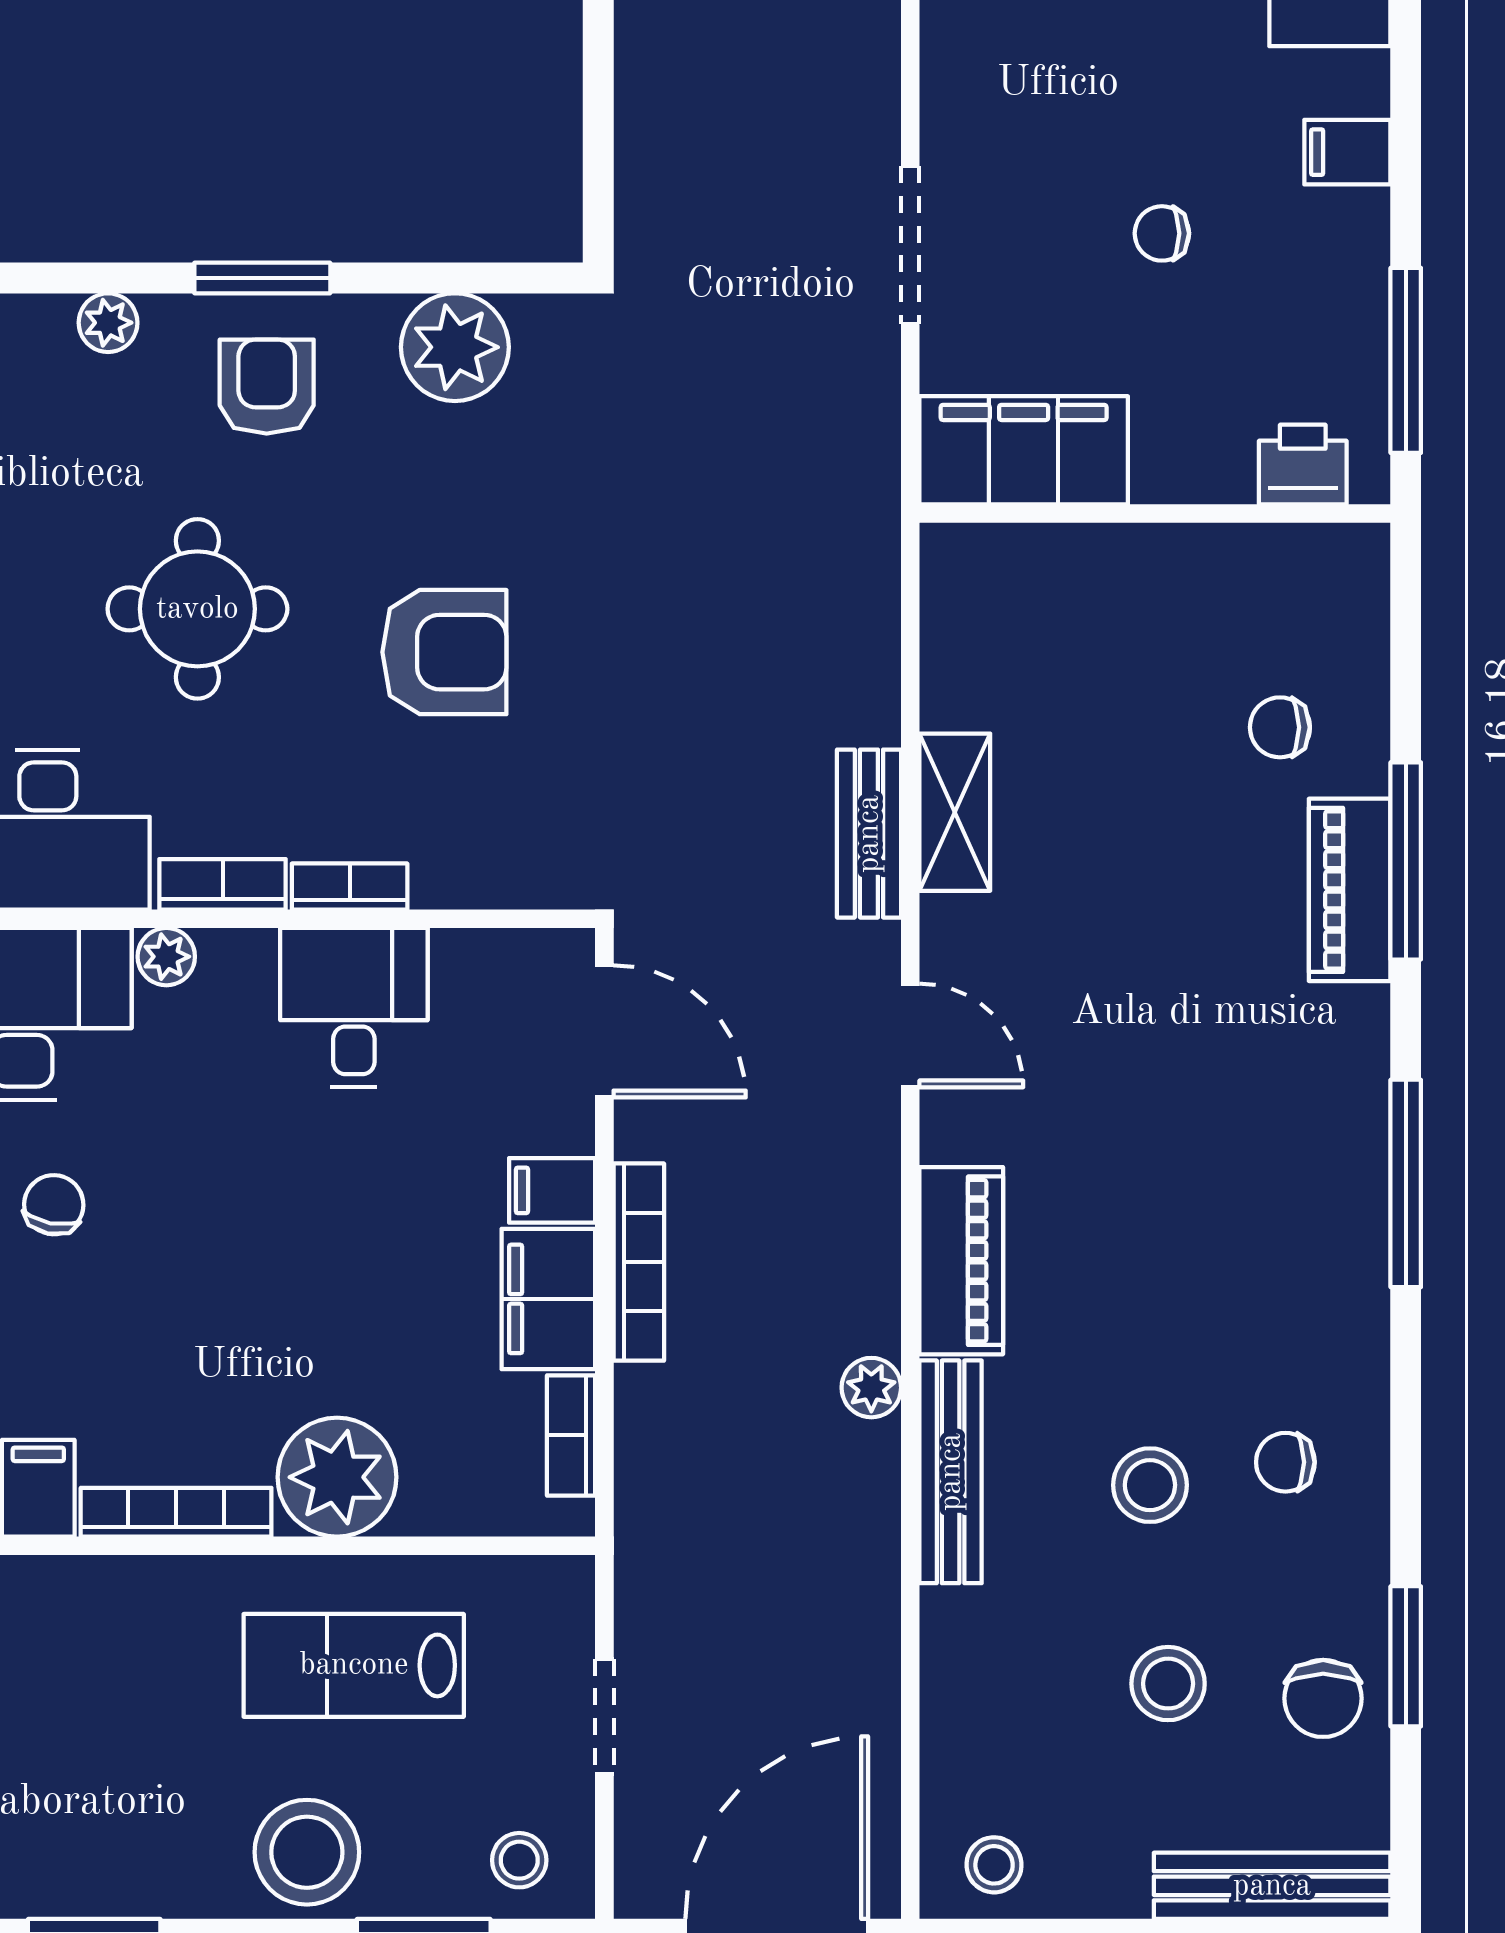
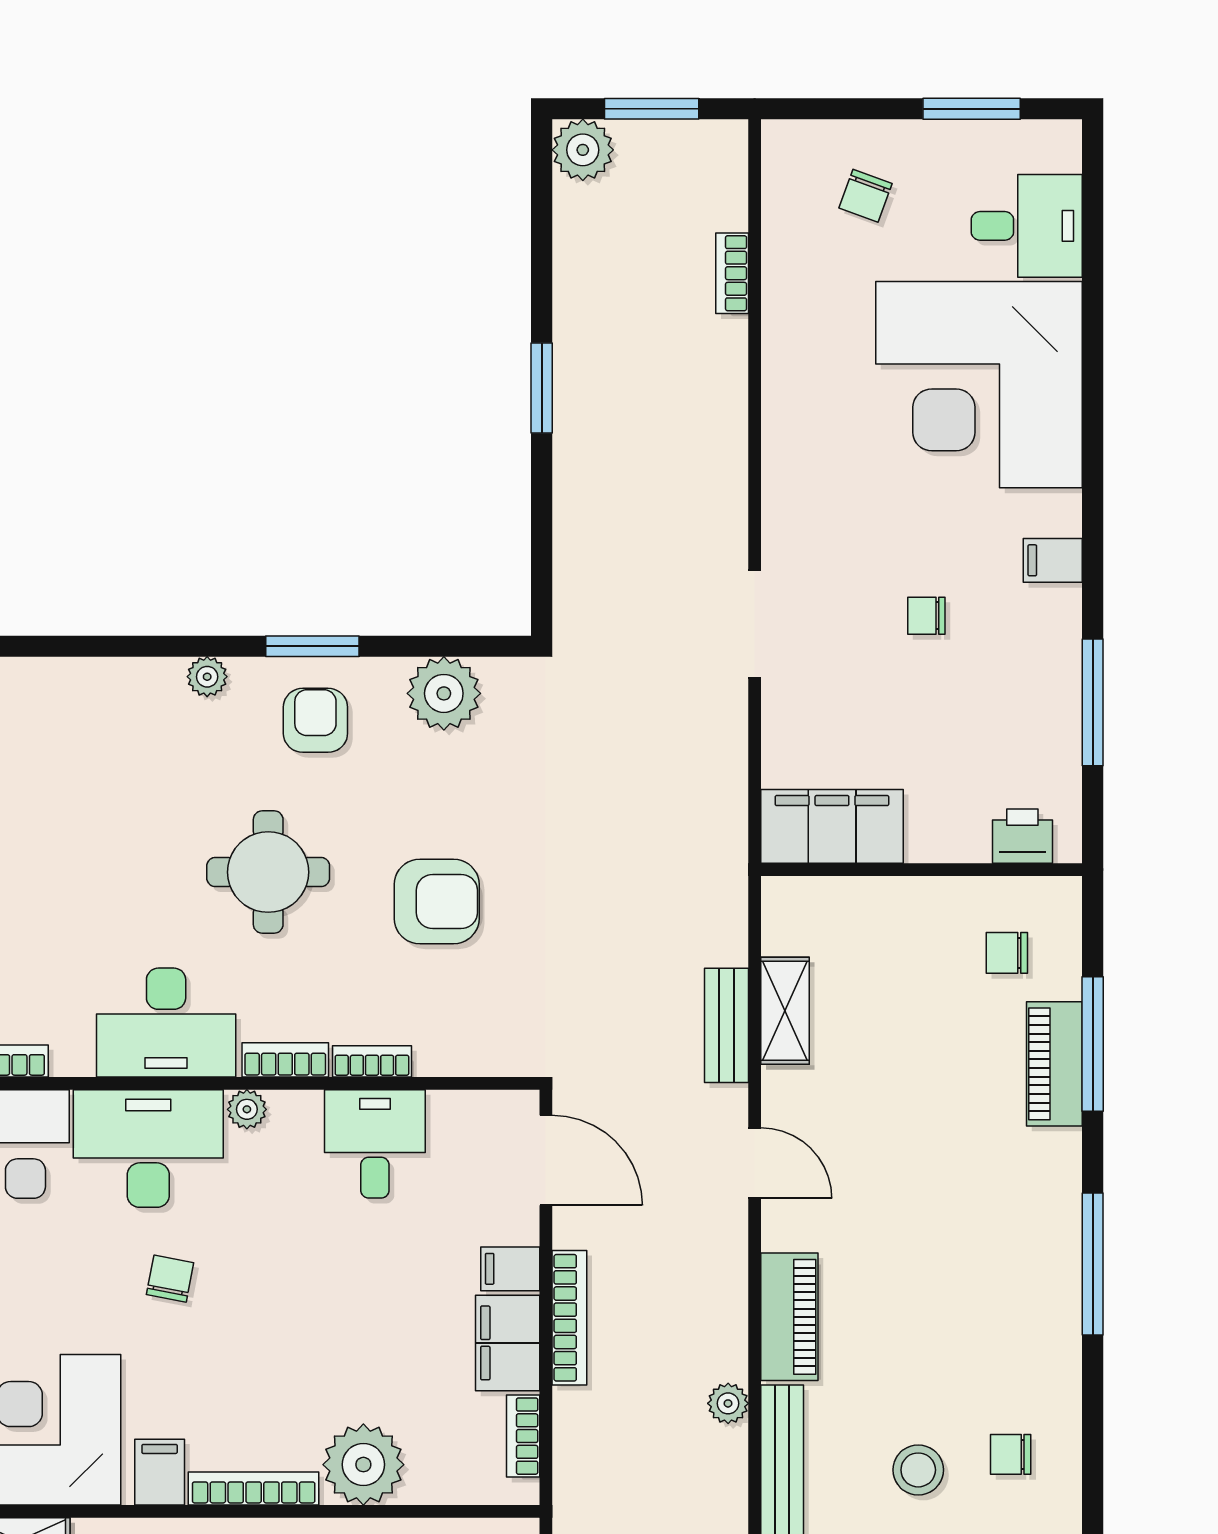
filing cabinet: (1024, 450) -> (832, 826), moved
printer: (1303, 465) -> (1022, 836), moved
wall: (1155, 514) -> (922, 870), moved

